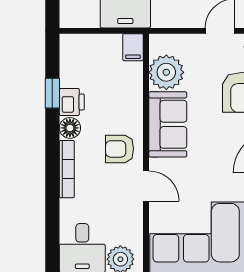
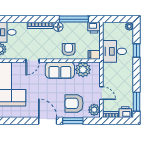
window: (52, 93) -> (74, 19), width x2.17
printer: (72, 102) -> (94, 28), moved
armchair: (120, 149) -> (69, 50), moved

